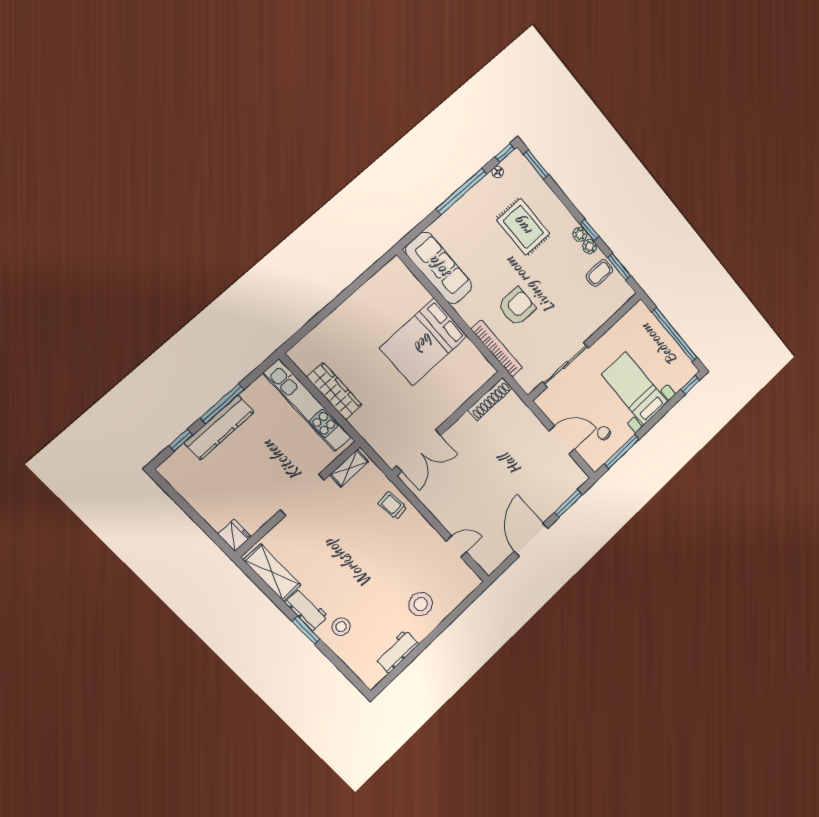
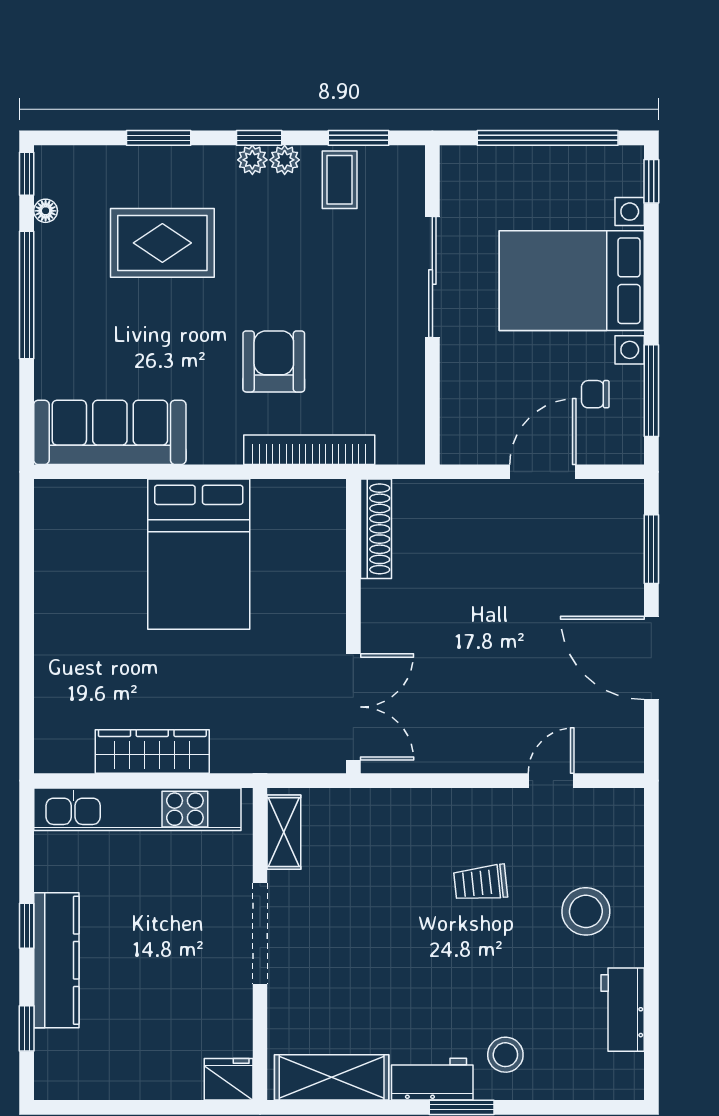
window: (536, 165) -> (159, 138), moved
sliding door: (566, 365) -> (432, 277), moved
bed with nightstands: (635, 388) -> (572, 281), width x1.36
window: (222, 404) -> (27, 926), width x0.46
trolley: (392, 505) -> (481, 883), moved

